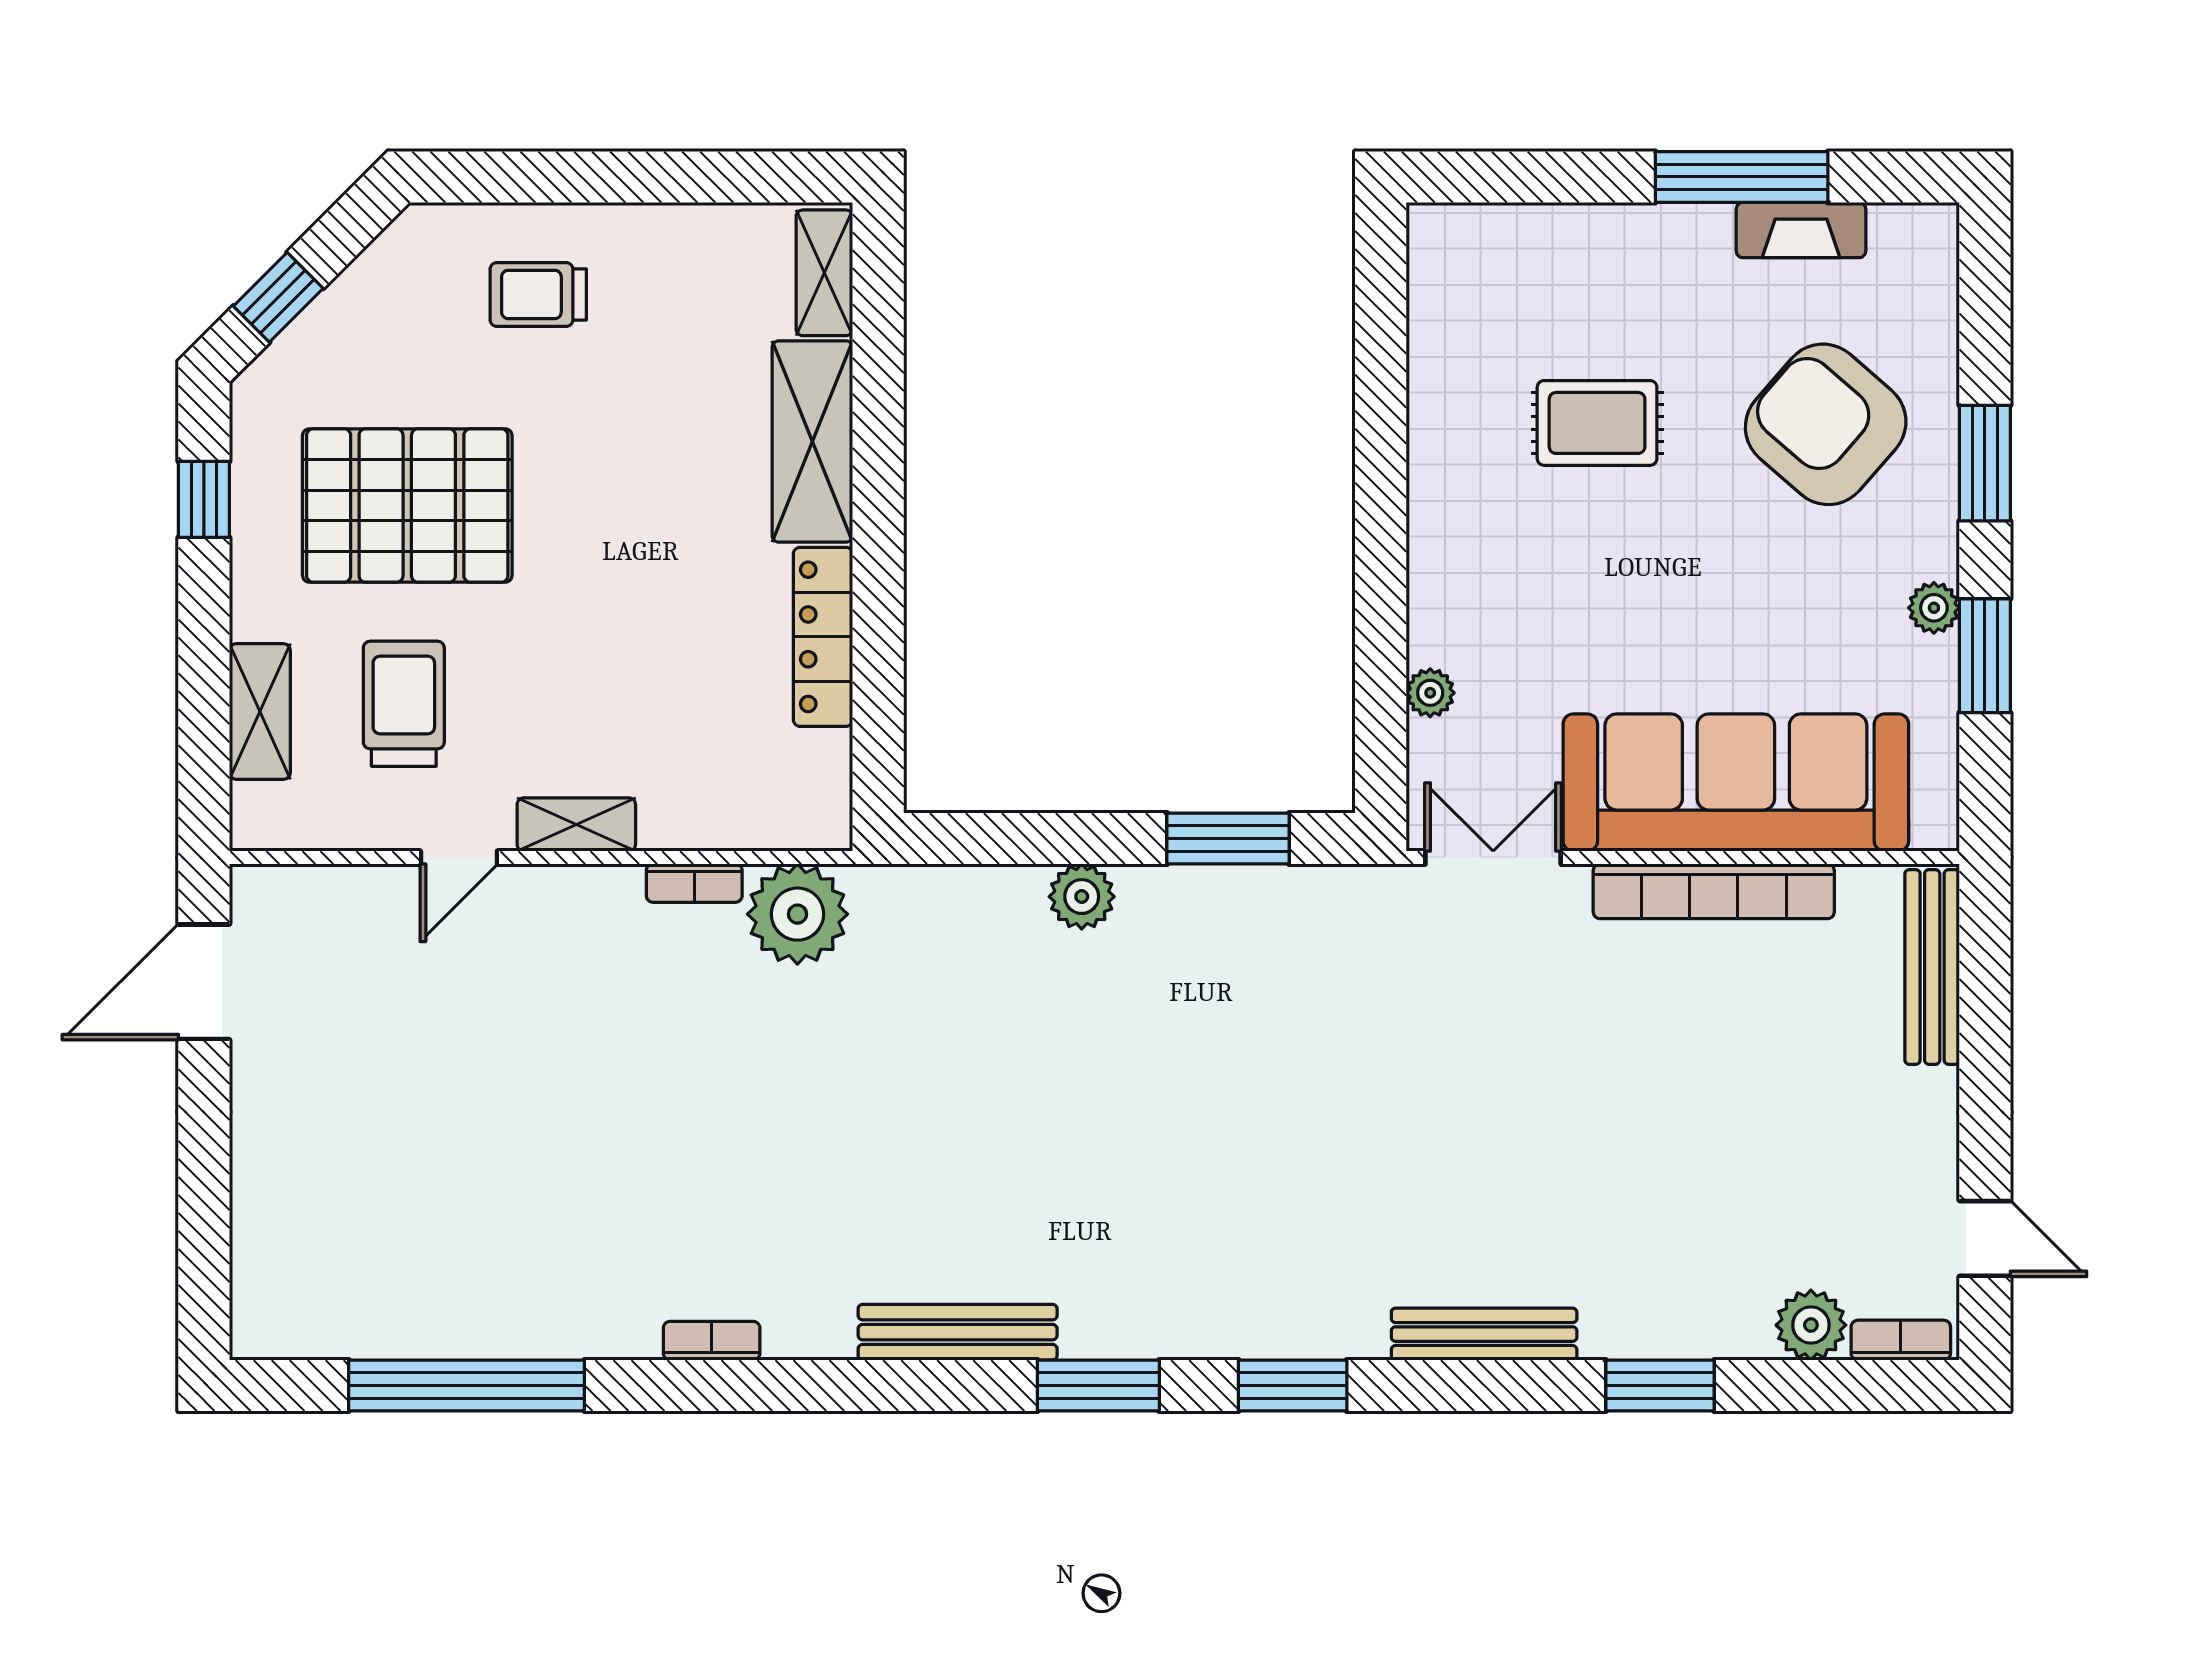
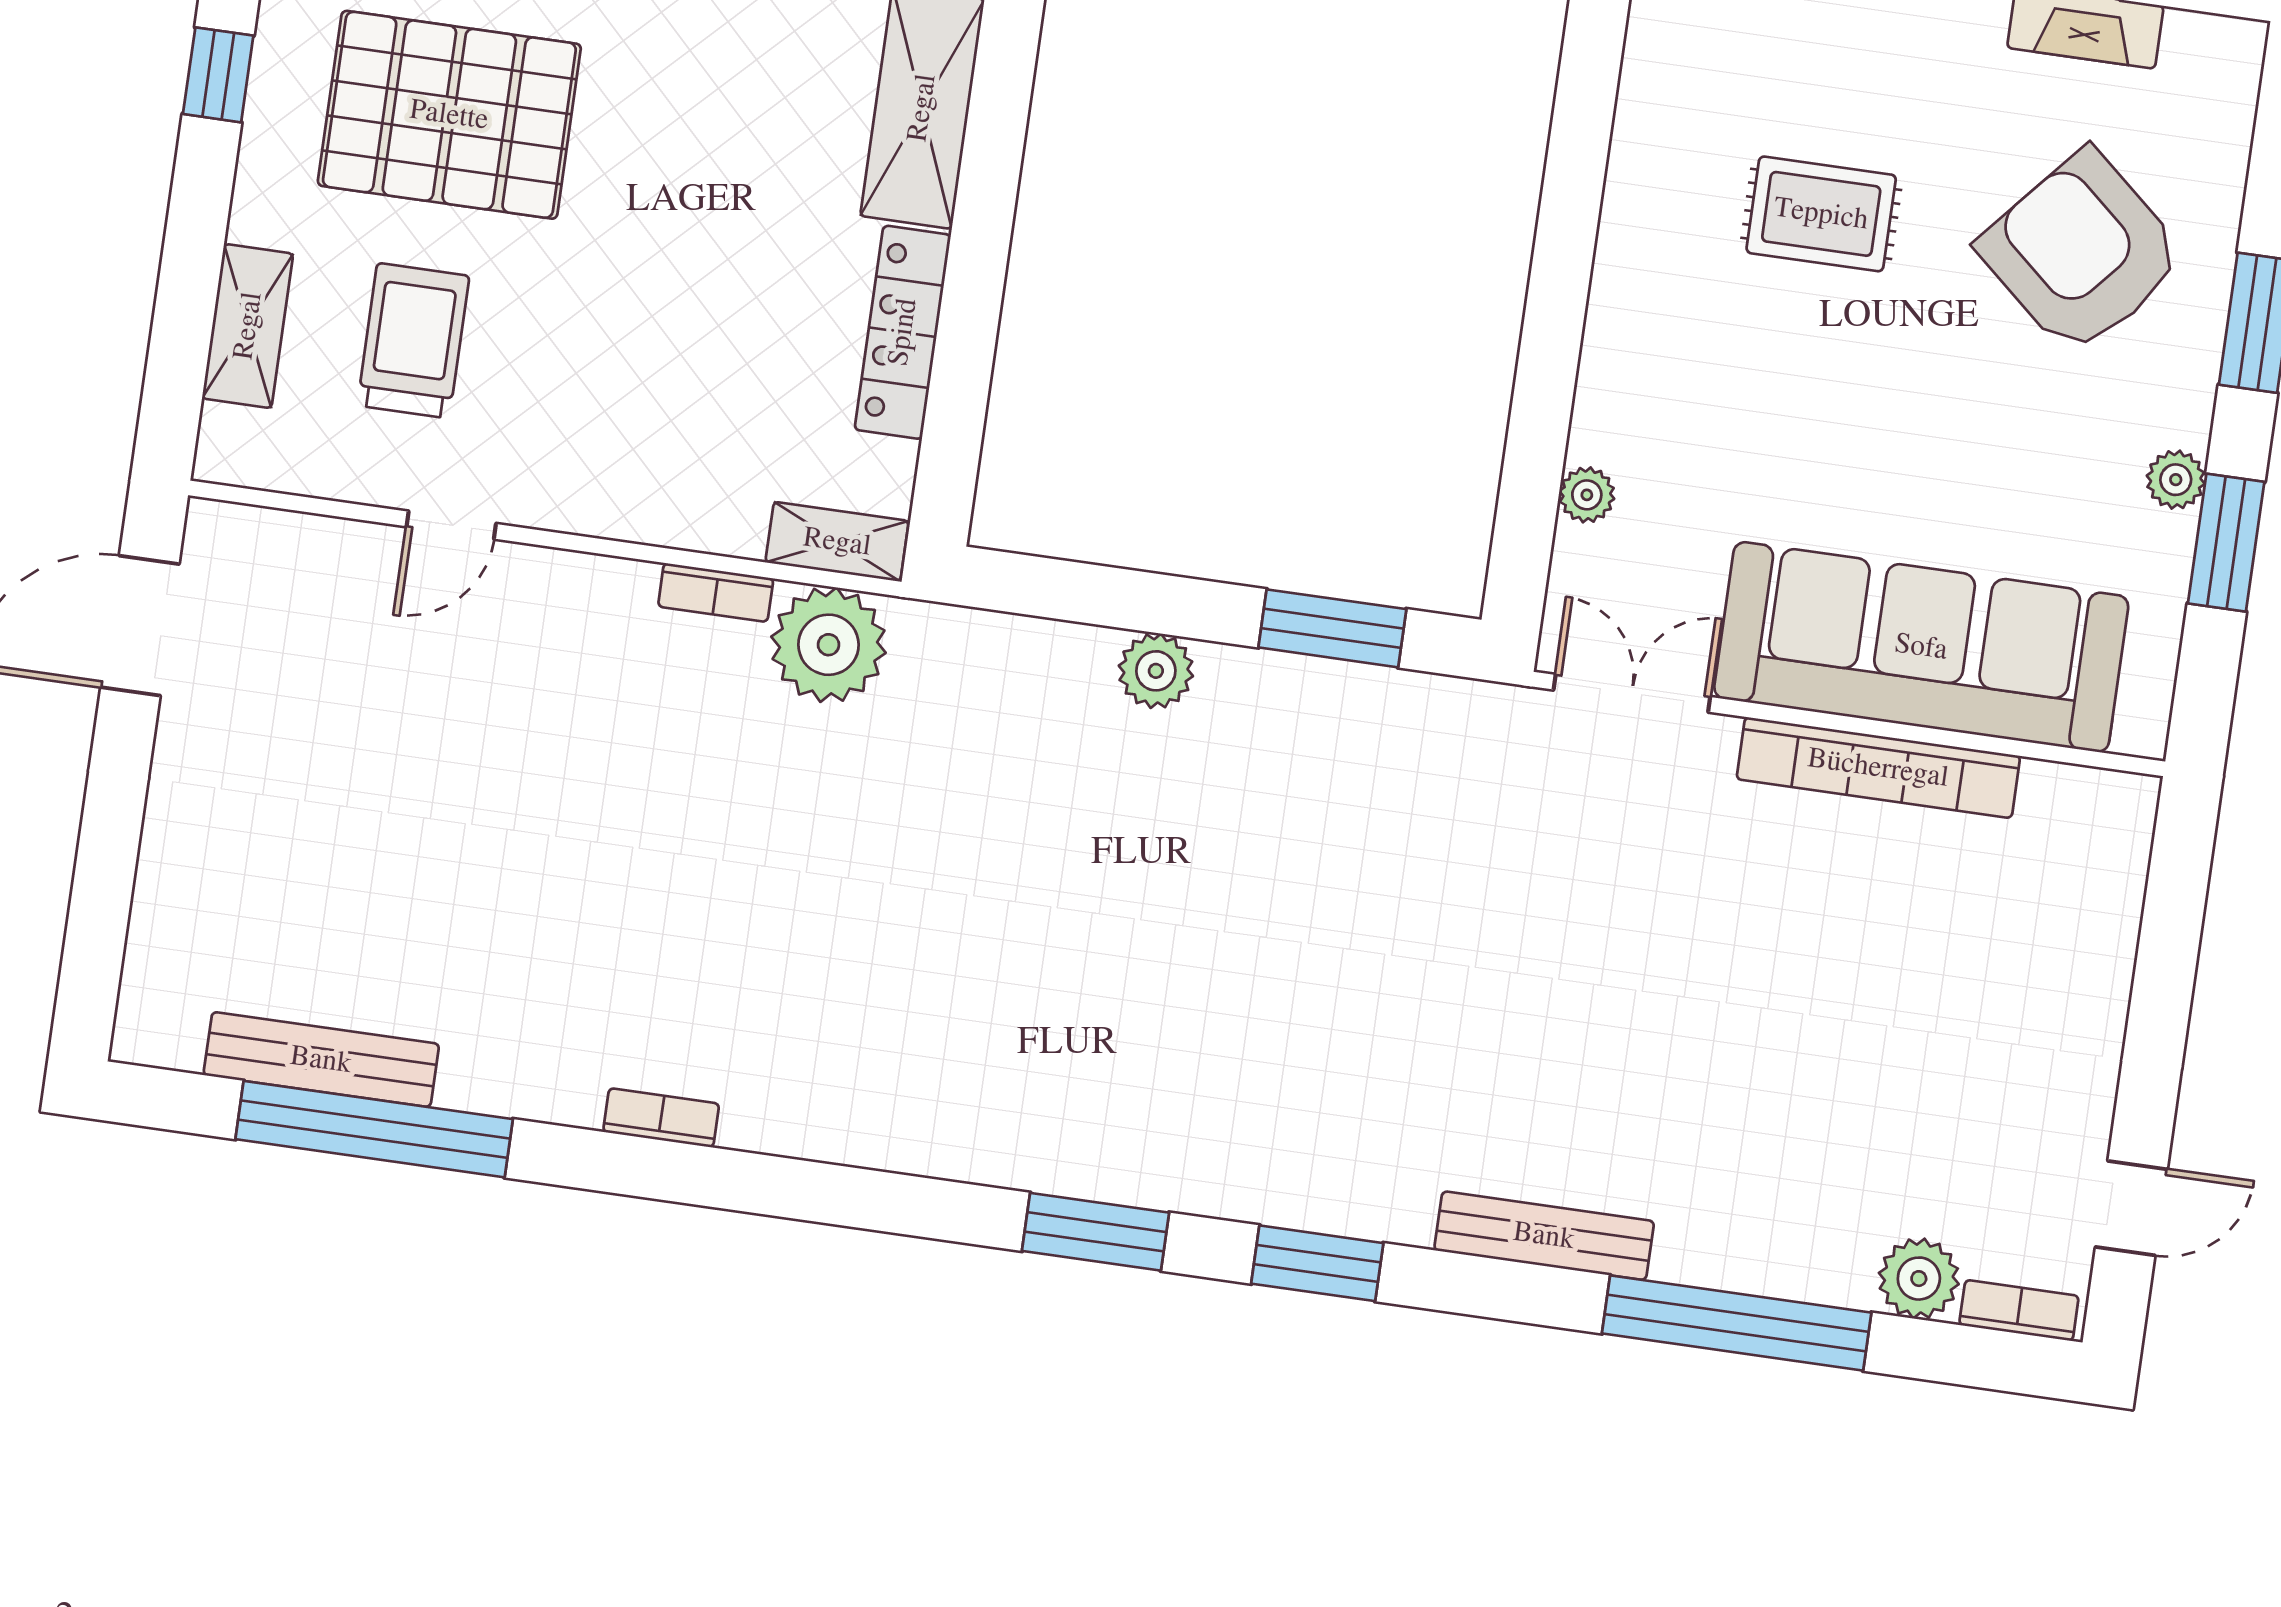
shelving: (576, 825) -> (837, 542), moved
bench: (1932, 967) -> (2115, 889), removed
door: (1985, 1239) -> (2131, 1208), hinge flipped
bench: (958, 1332) -> (321, 1060), moved
window: (1660, 1385) -> (1737, 1323), width x2.11

